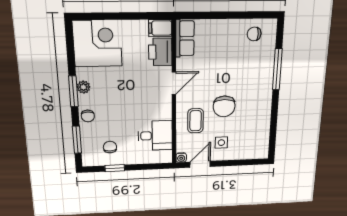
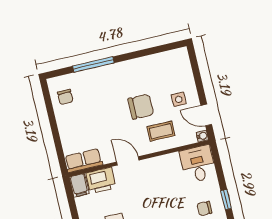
desk: (155, 136) -> (198, 164), moved

